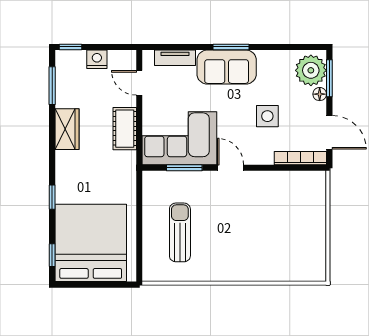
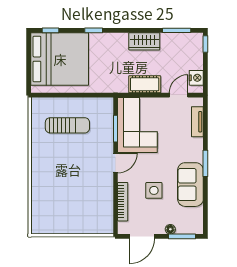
nightstand: (97, 59) -> (196, 78), moved
sofa: (227, 67) -> (190, 185), moved
plant: (311, 70) -> (188, 223), removed
bookcase: (300, 158) -> (123, 202), moved

